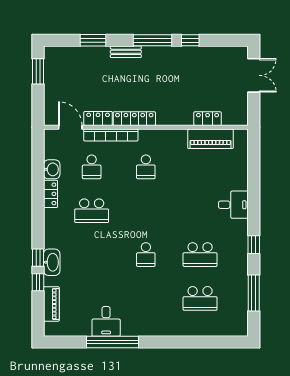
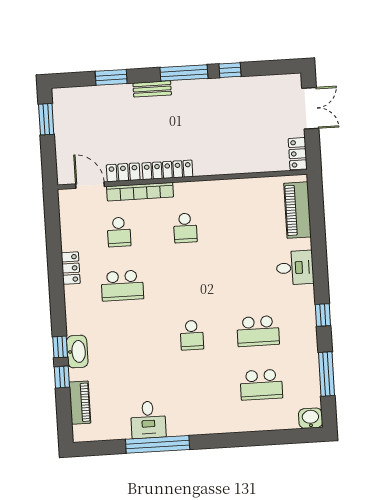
locker: (208, 119) -> (298, 154), moved, turned -90
piano: (210, 139) -> (297, 210), moved, turned 90
washbasin: (52, 169) -> (311, 418), moved, turned -90

